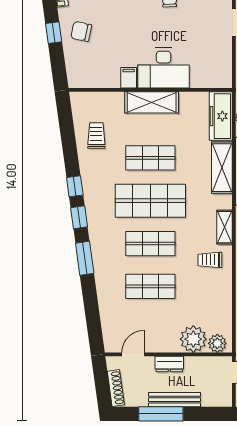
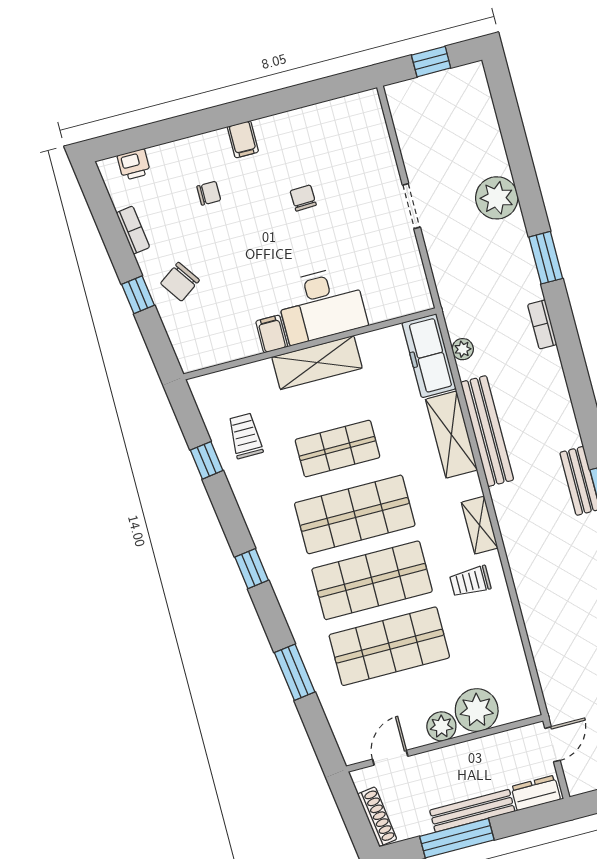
chair: (81, 31) -> (180, 282), turned -47
window: (75, 186) -> (207, 460), moved
shop shelf: (150, 244) -> (372, 580), width x1.43, depth x1.36
window: (85, 258) -> (295, 672), moved
shop shelf: (150, 286) -> (389, 646), width x1.43, depth x1.36
plant: (217, 343) -> (441, 726), moved
dresser: (169, 364) -> (536, 793), moved, turned 180

